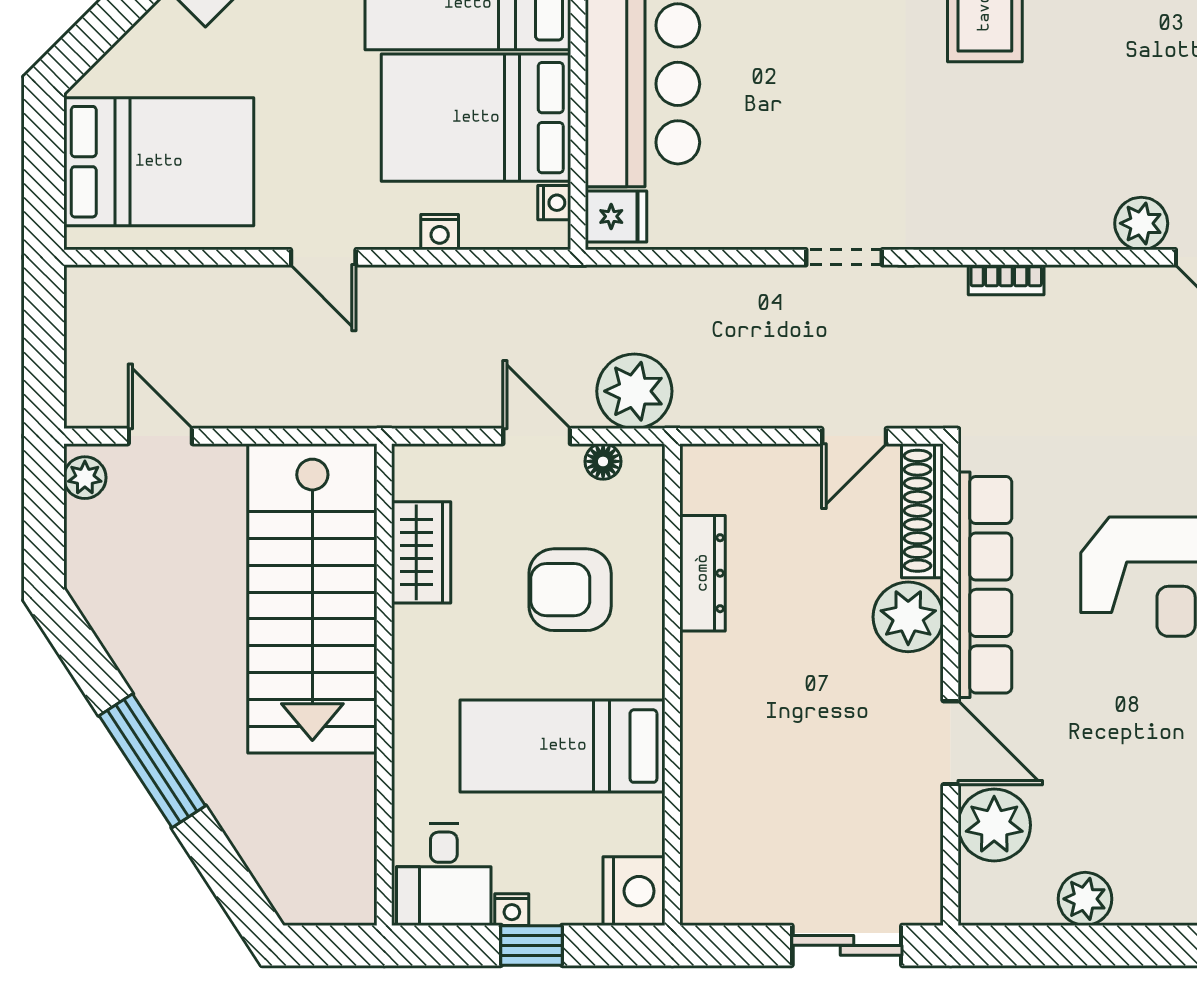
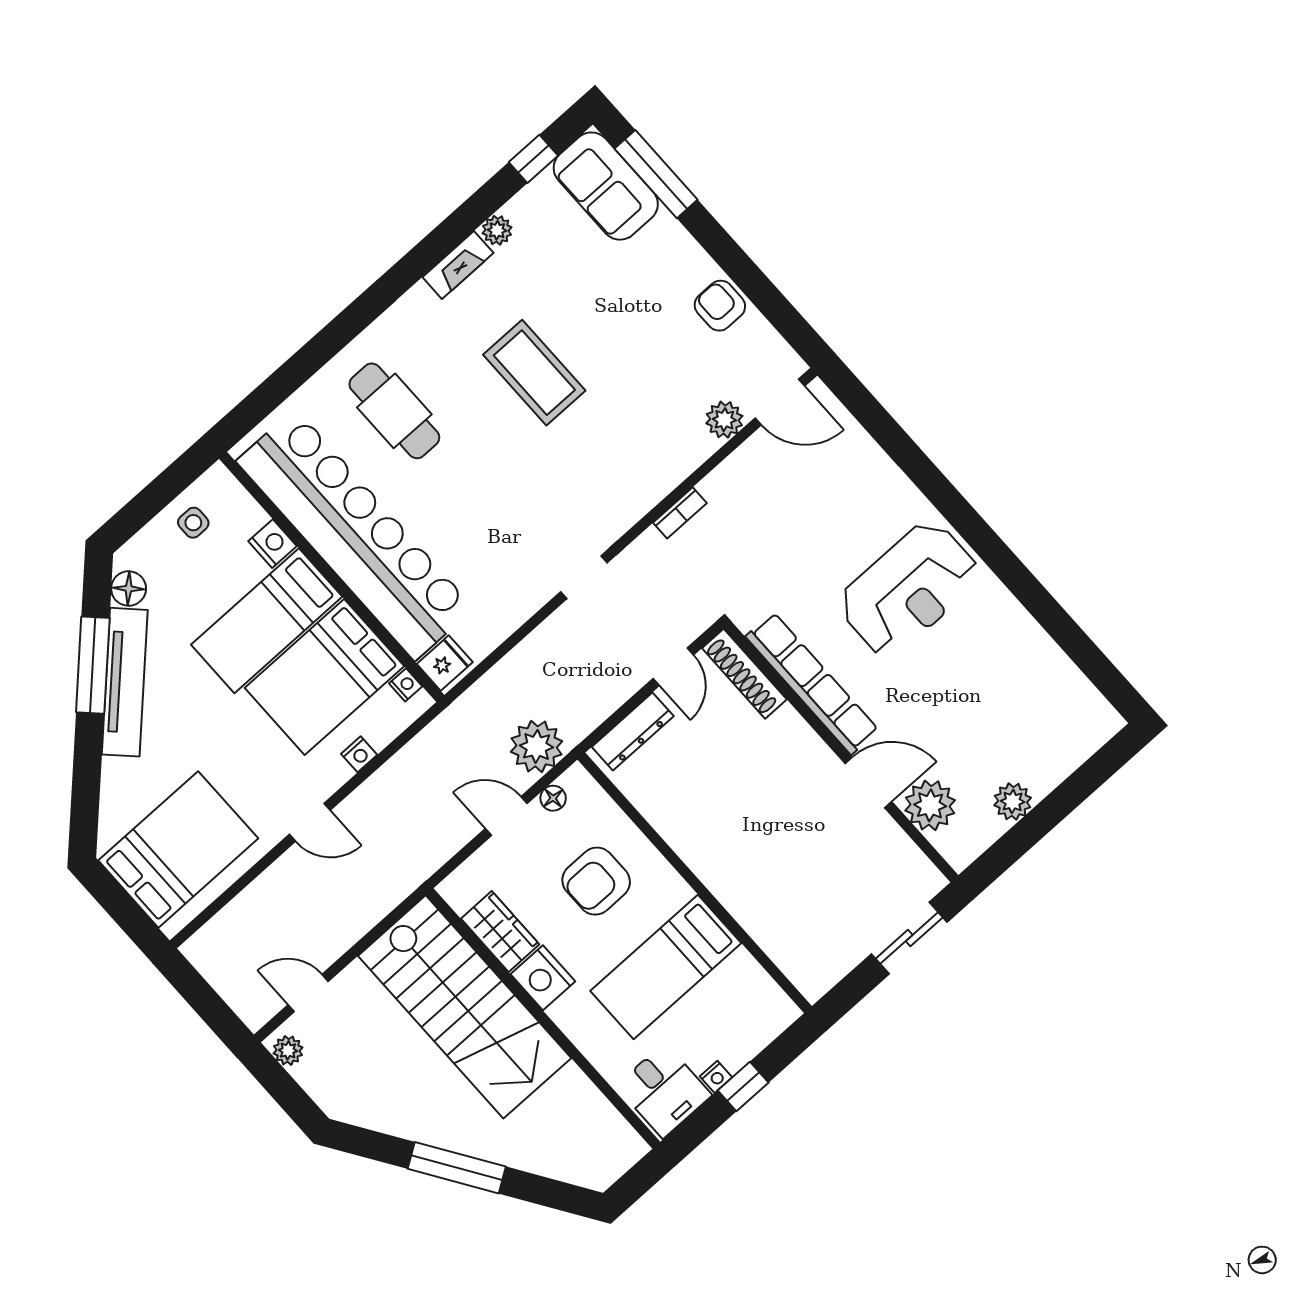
dresser: (703, 573) -> (633, 731), moved, turned 90
plant: (908, 617) -> (787, 736), removed
nightstand: (634, 891) -> (543, 978), moved, turned 180

